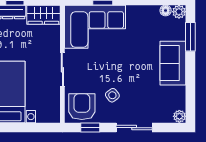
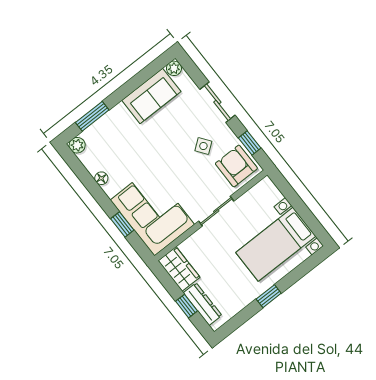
floor lamp: (166, 10) -> (101, 178), moved
sofa: (173, 63) -> (151, 96), moved
armchair: (82, 107) -> (236, 166), turned 90

